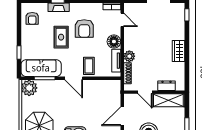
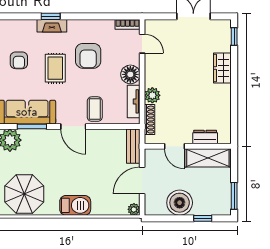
armchair: (32, 18) -> (19, 60), moved
wardrobe: (179, 51) -> (222, 68), moved
bench: (116, 92) -> (133, 146), added

